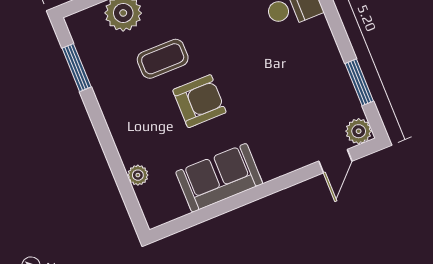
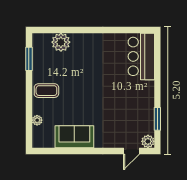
coffee table: (163, 59) -> (46, 91), moved
armchair: (199, 101) -> (80, 98), removed

